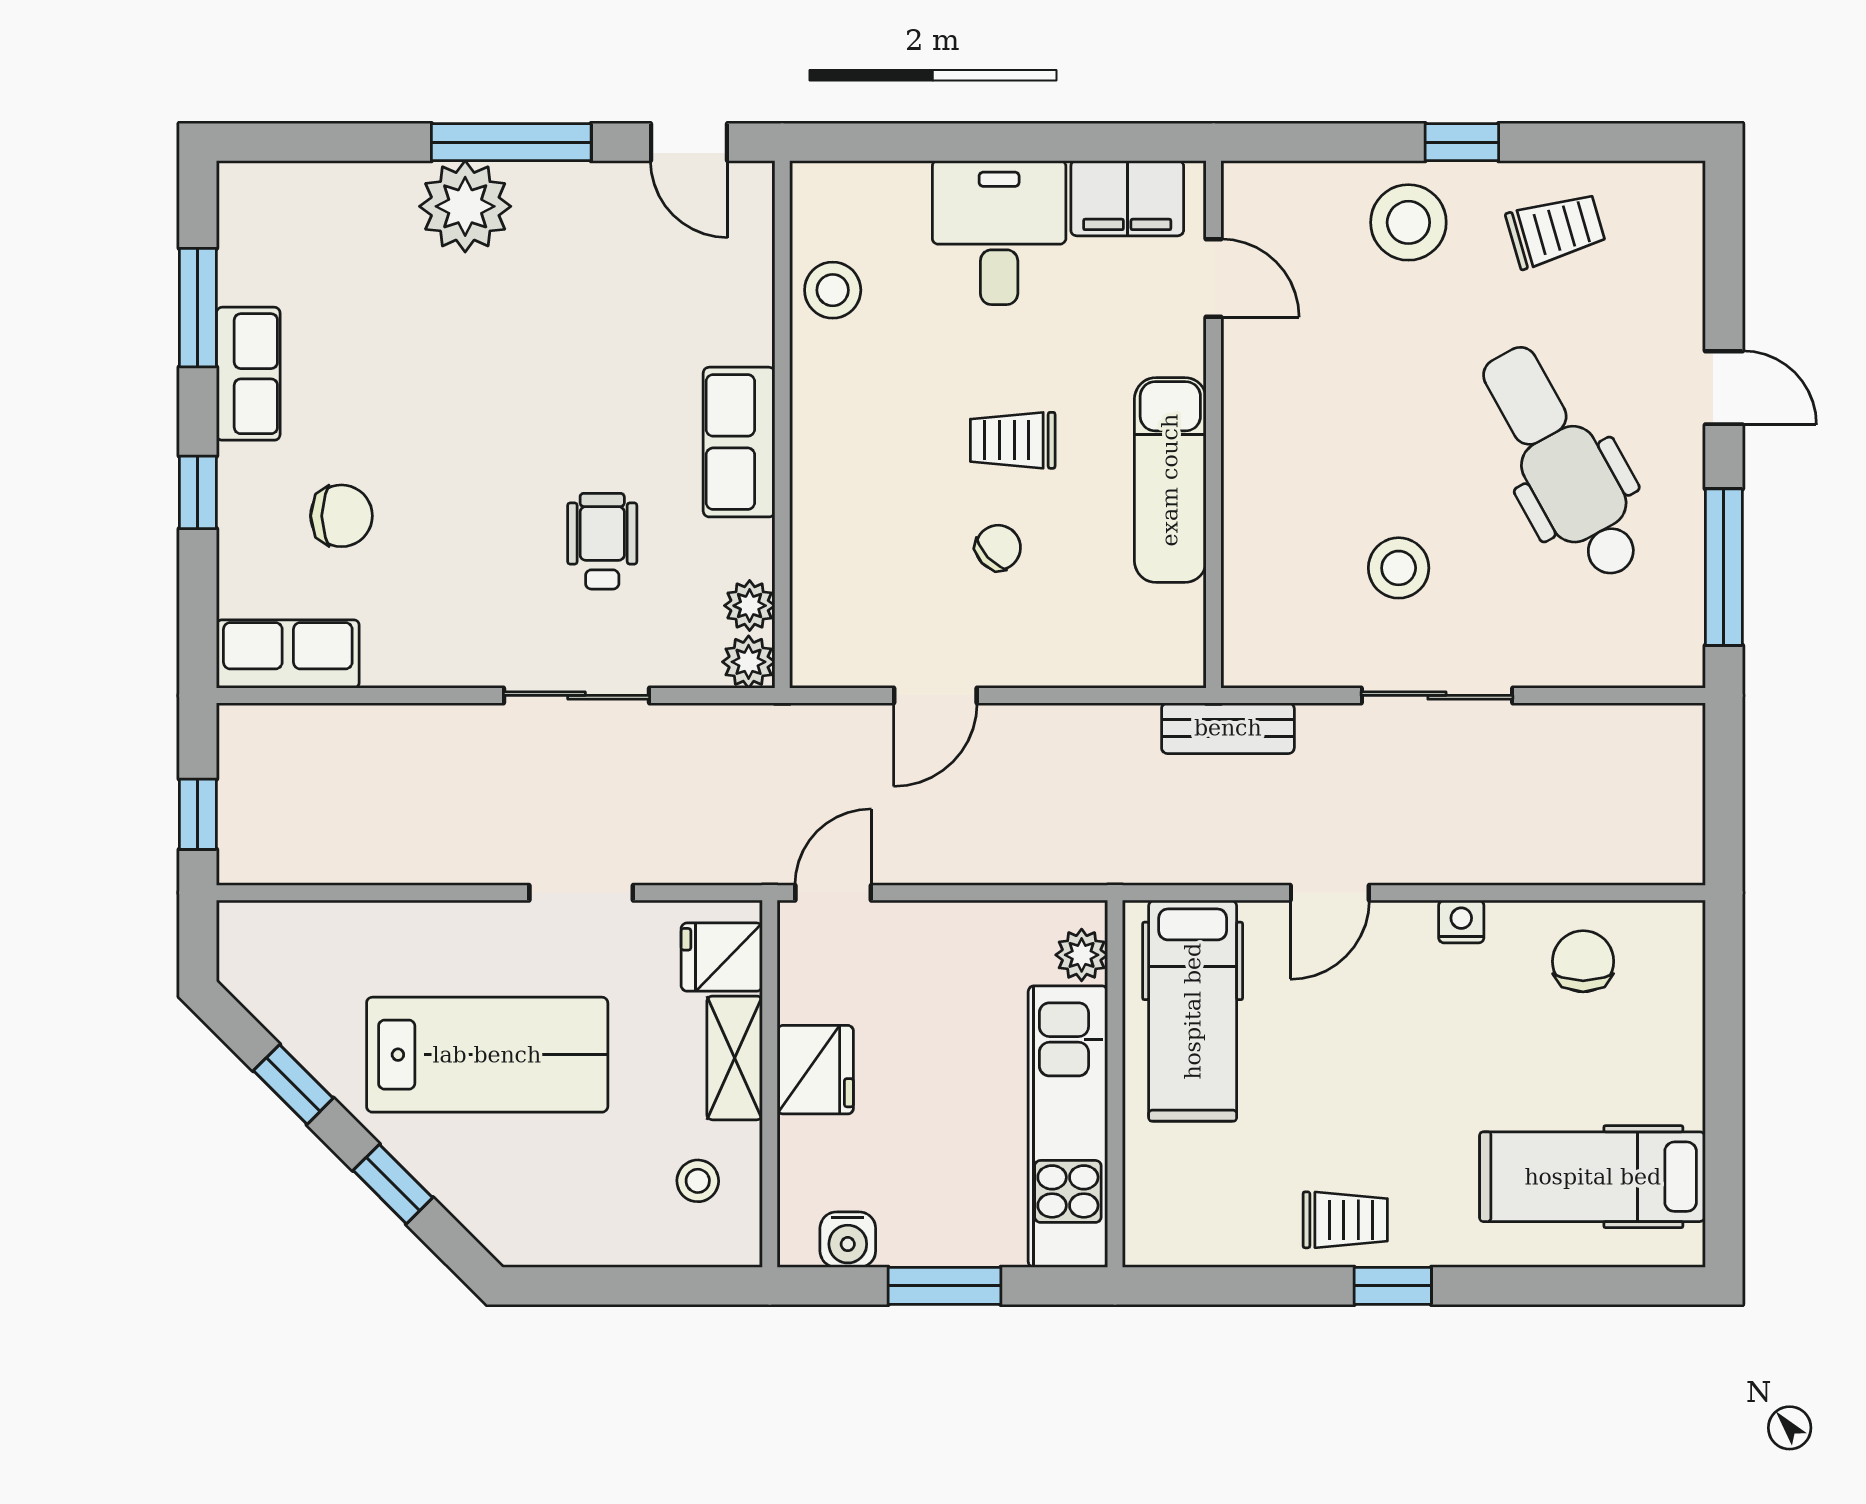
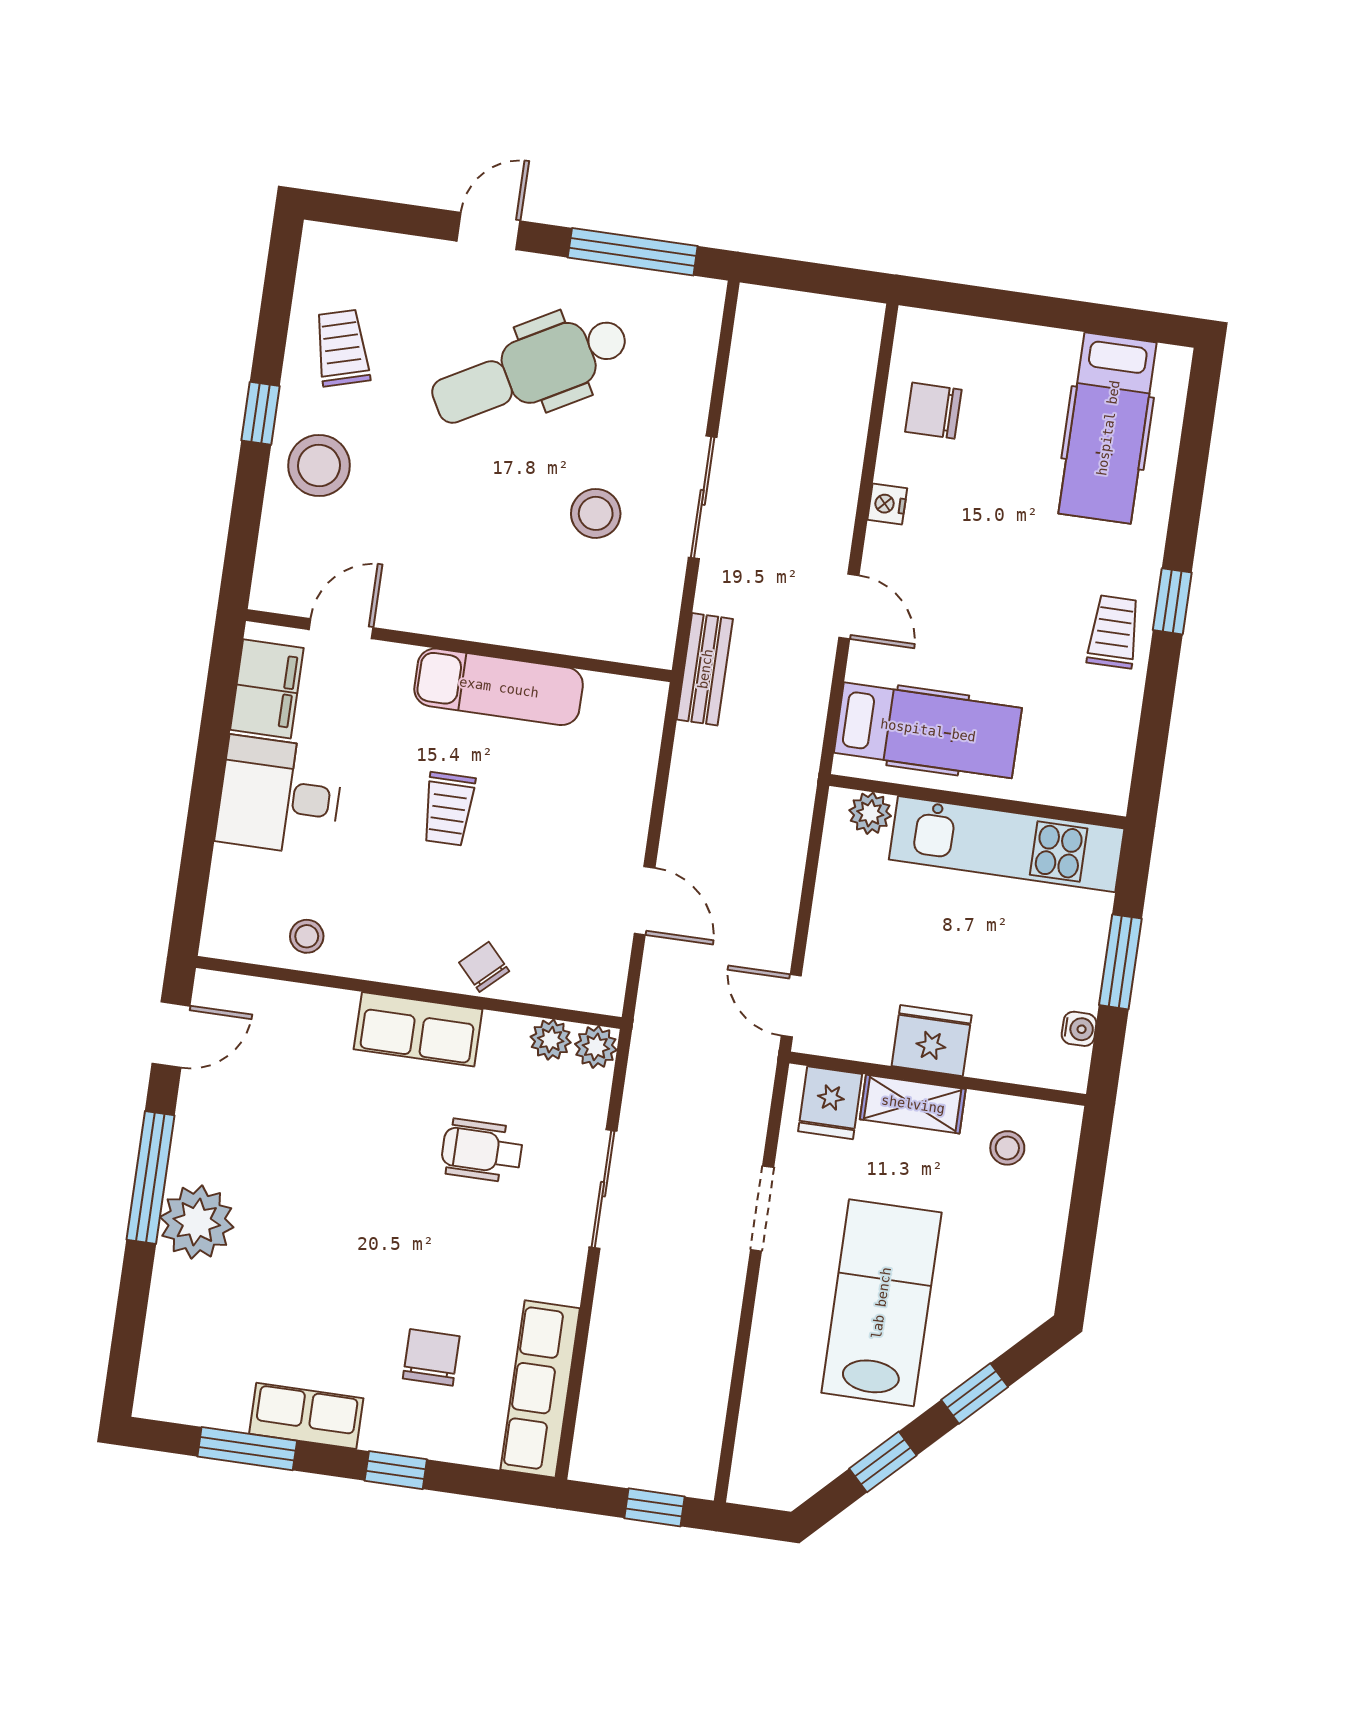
stool: (833, 290) -> (307, 936), width x0.73, depth x0.73
chair: (998, 548) -> (484, 967), moved
row of seats: (288, 654) -> (540, 1389), width x1.48
water cooler: (848, 1240) -> (1079, 1029), width x0.72, depth x0.72

